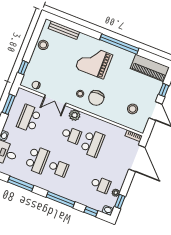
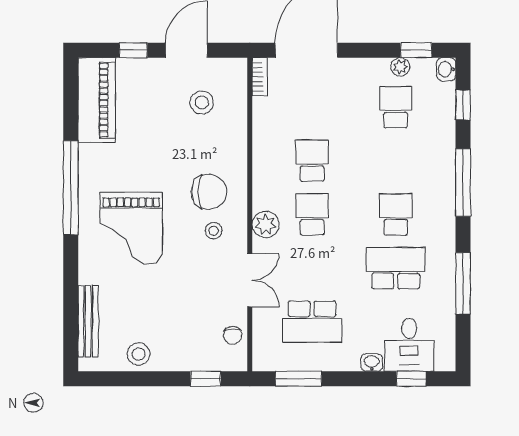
school desk: (92, 143) -> (312, 161), width x0.54

